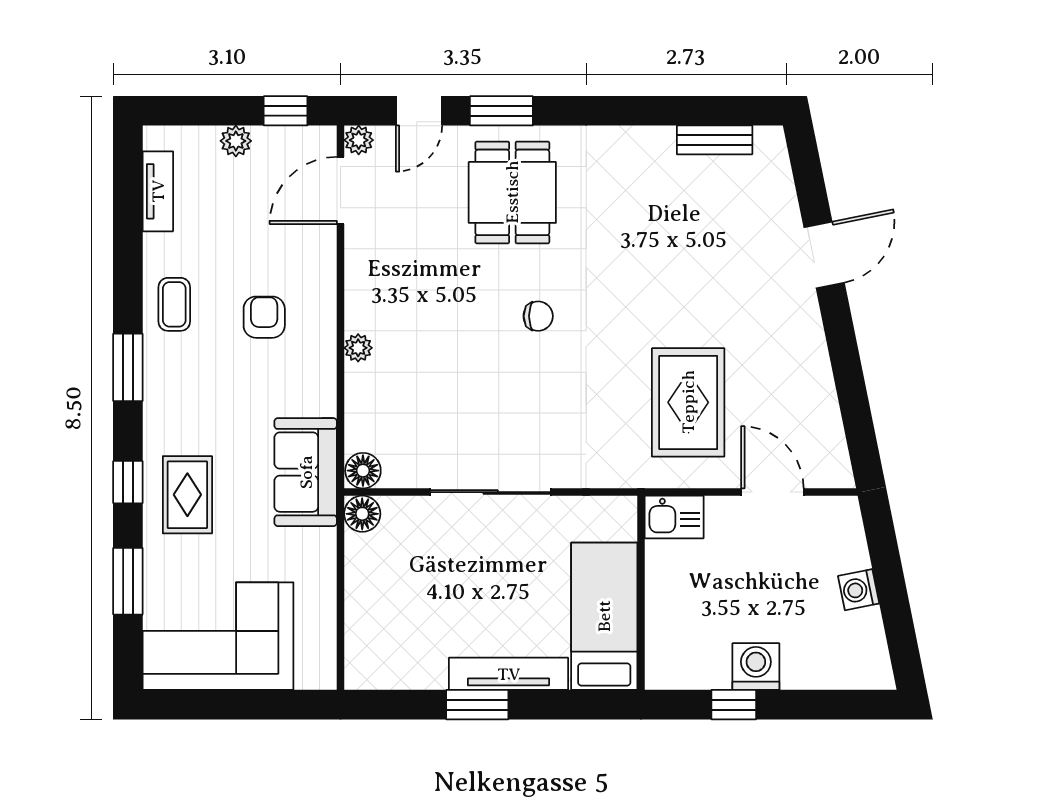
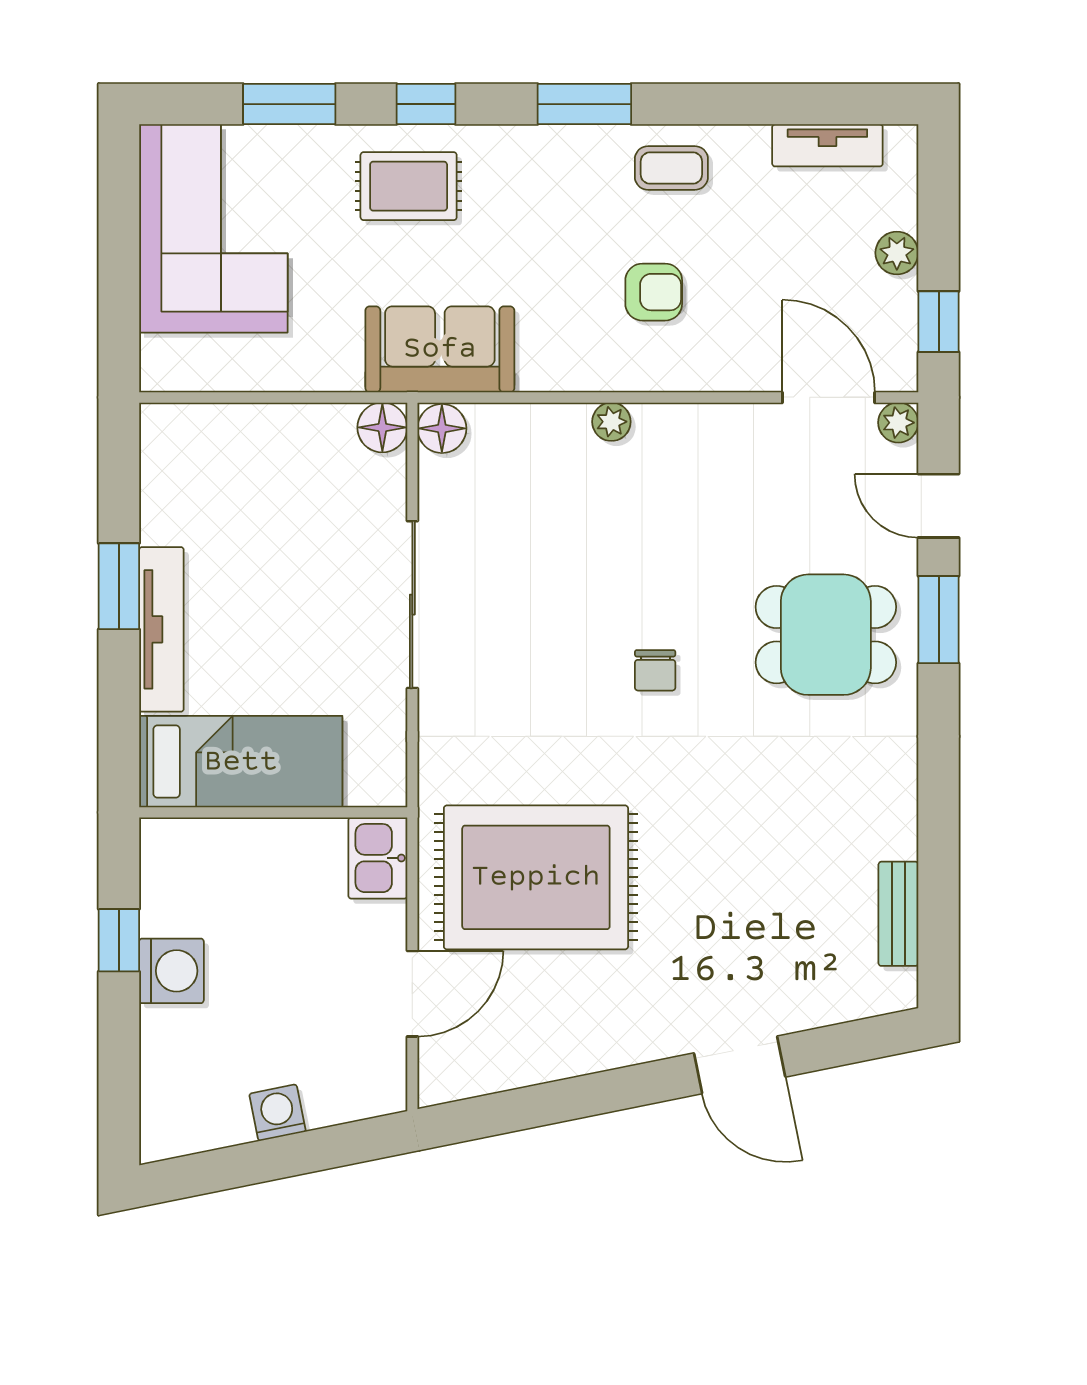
rug: (688, 402) -> (536, 877), width x1.37, depth x1.44

